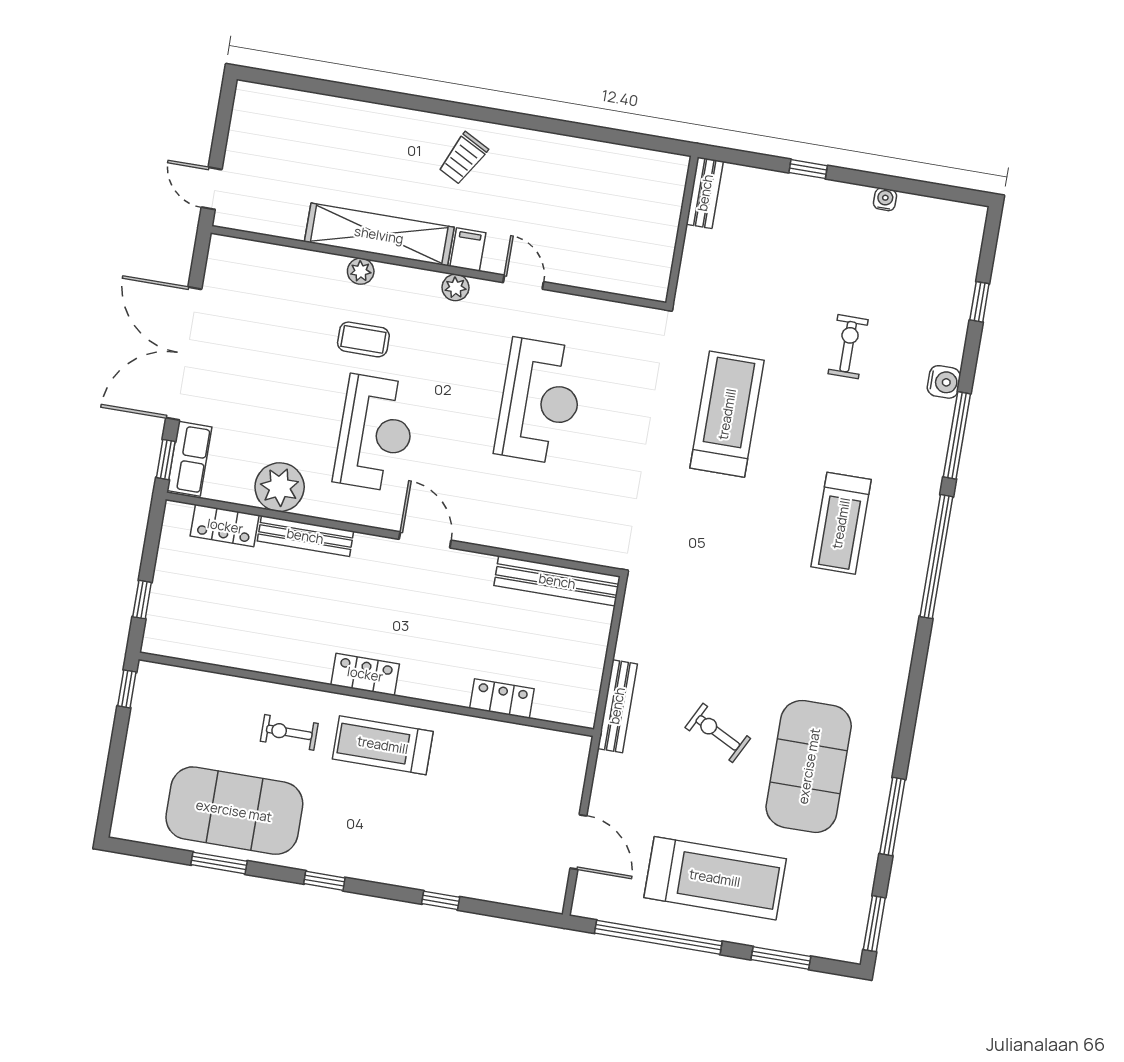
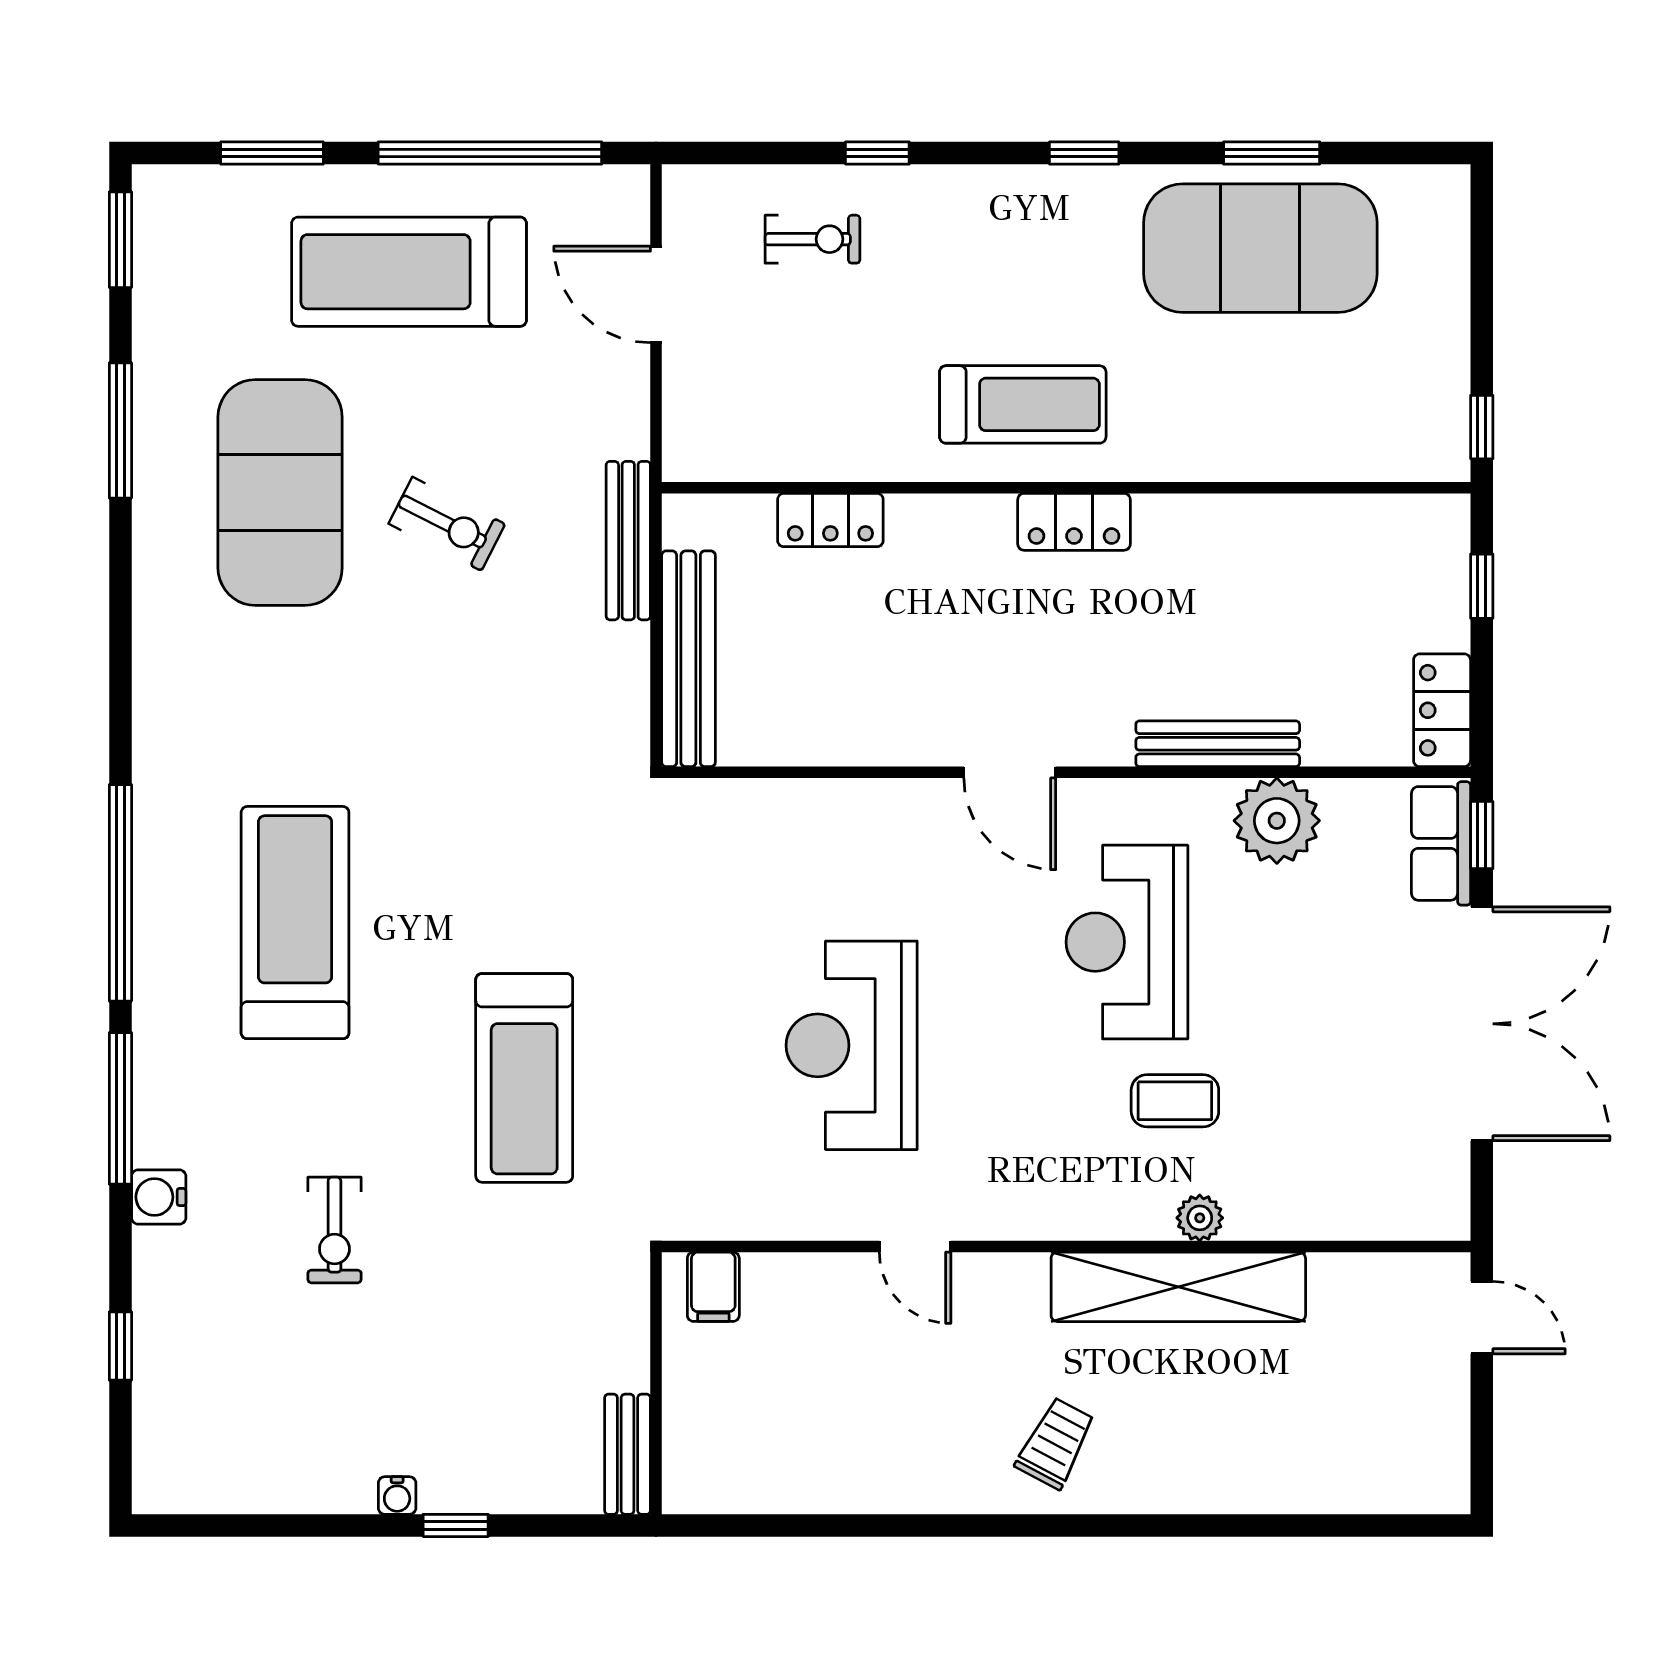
water cooler: (885, 199) -> (397, 1496), moved
filing cabinet: (468, 250) -> (713, 1287), moved
plant: (455, 287) -> (1031, 1217), removed
treadmill: (841, 523) -> (295, 923), width x1.37, depth x1.38
locker: (225, 526) -> (1442, 710), moved, turned -90
bench: (557, 581) -> (688, 659), moved, turned 90
exercise bike: (289, 732) -> (812, 239), moved

